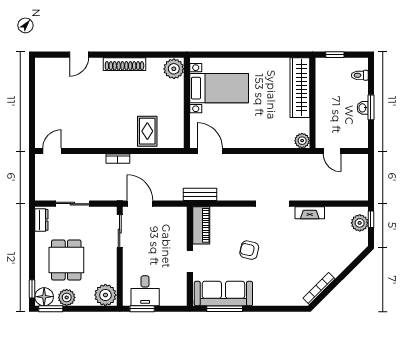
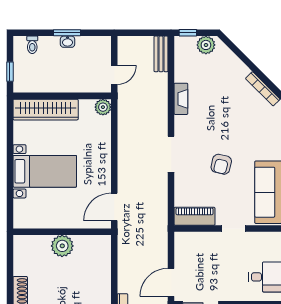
plant: (174, 69) -> (62, 246), moved
bed with nightstands: (219, 88) -> (45, 171), moved, turned 90
rug: (147, 131) -> (93, 274), removed
bench: (200, 194) -> (161, 54), moved
doorway: (273, 204) -> (171, 154), moved
plant: (360, 223) -> (206, 45), moved

